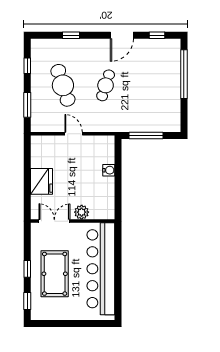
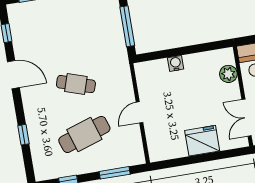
plant: (82, 212) -> (228, 74), moved

